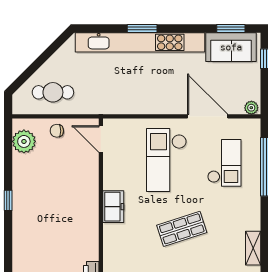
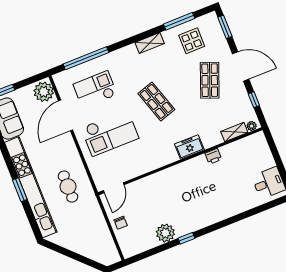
cafe table: (53, 92) -> (68, 187), moved
plant: (251, 108) -> (44, 92), width x1.87, depth x1.87
plant: (24, 141) -> (165, 233), moved
freezer: (113, 207) -> (189, 147), moved

